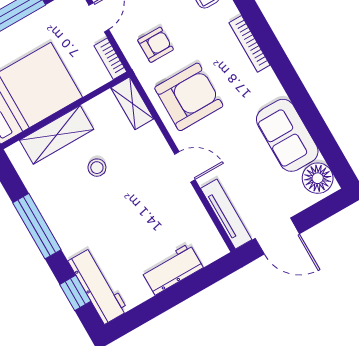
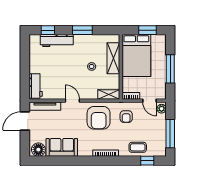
door: (185, 167) -> (72, 101), swing flipped
window: (37, 226) -> (82, 30), width x0.69
workbench: (172, 269) -> (36, 86), moved
workbench: (98, 286) -> (57, 41), moved

